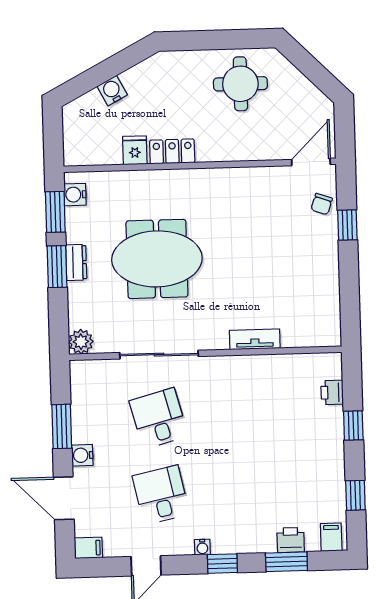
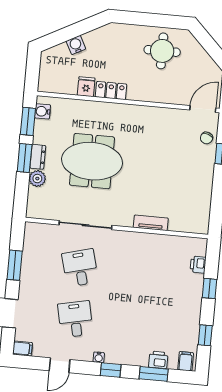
plant: (81, 342) -> (37, 179), moved
water cooler: (82, 455) -> (26, 286), removed

